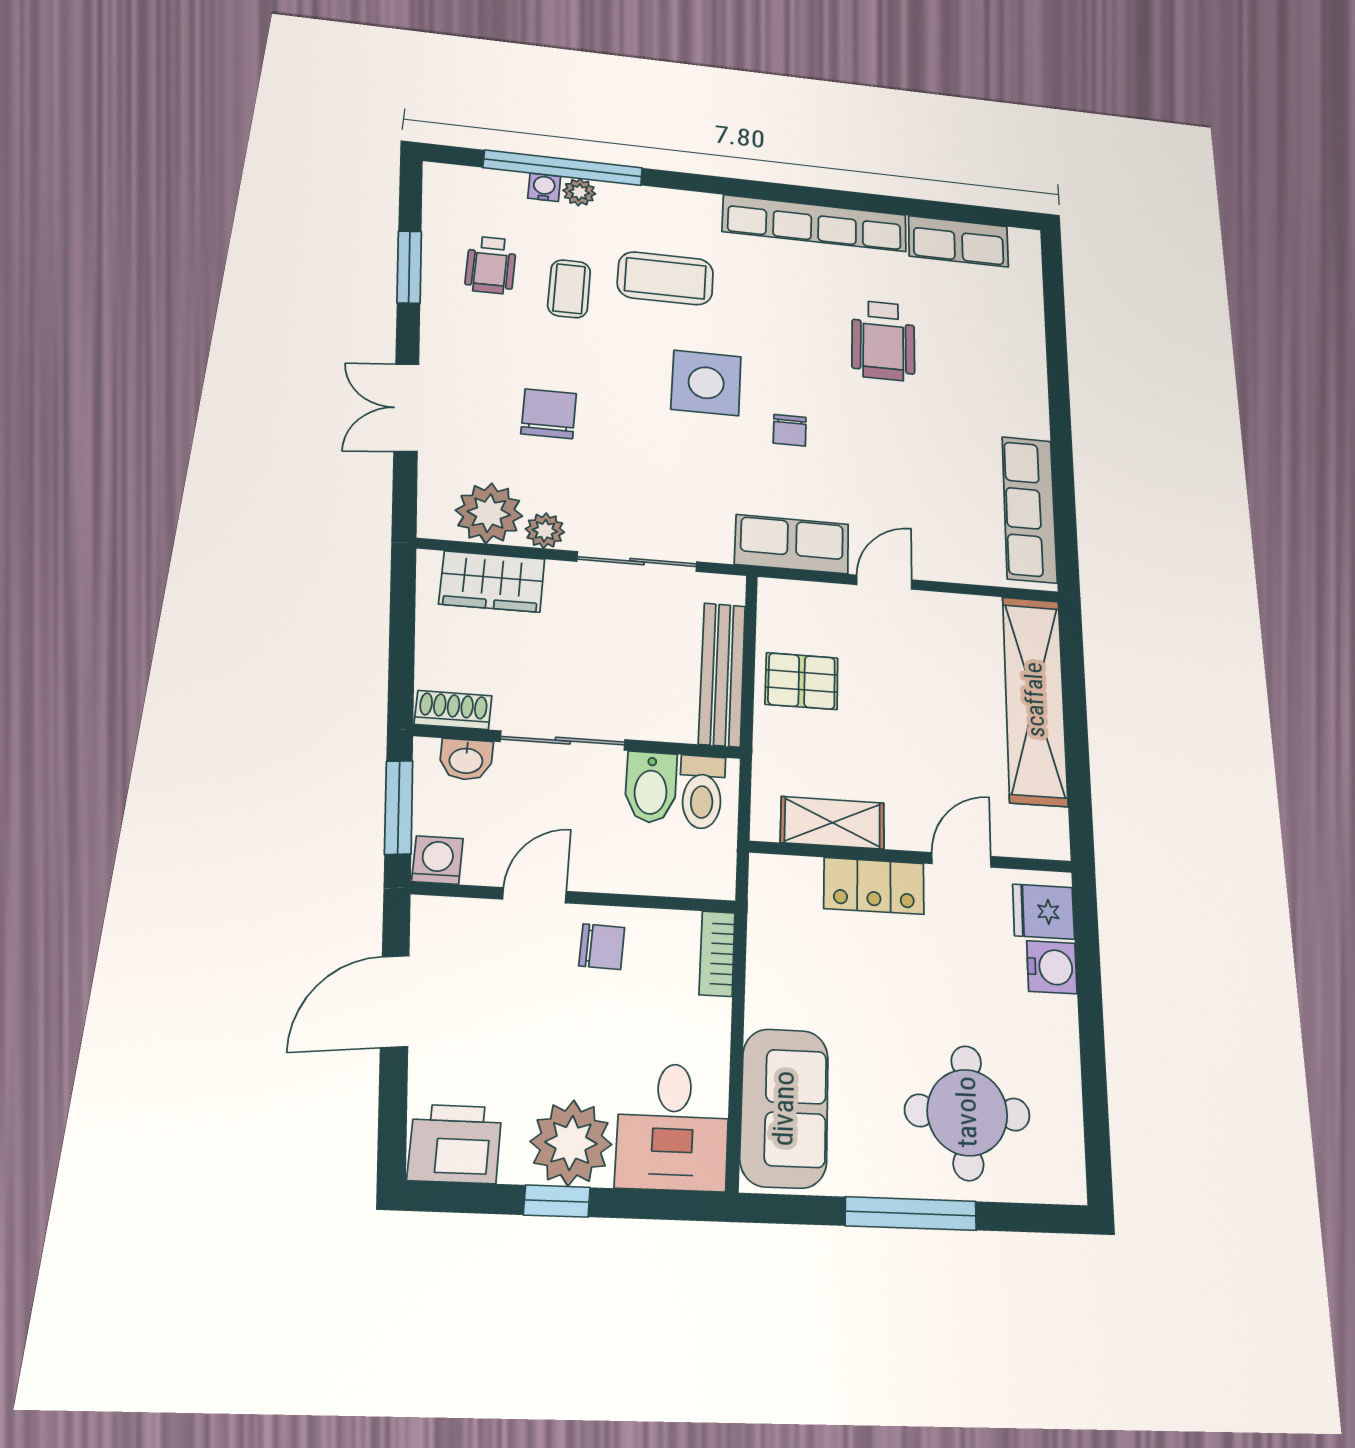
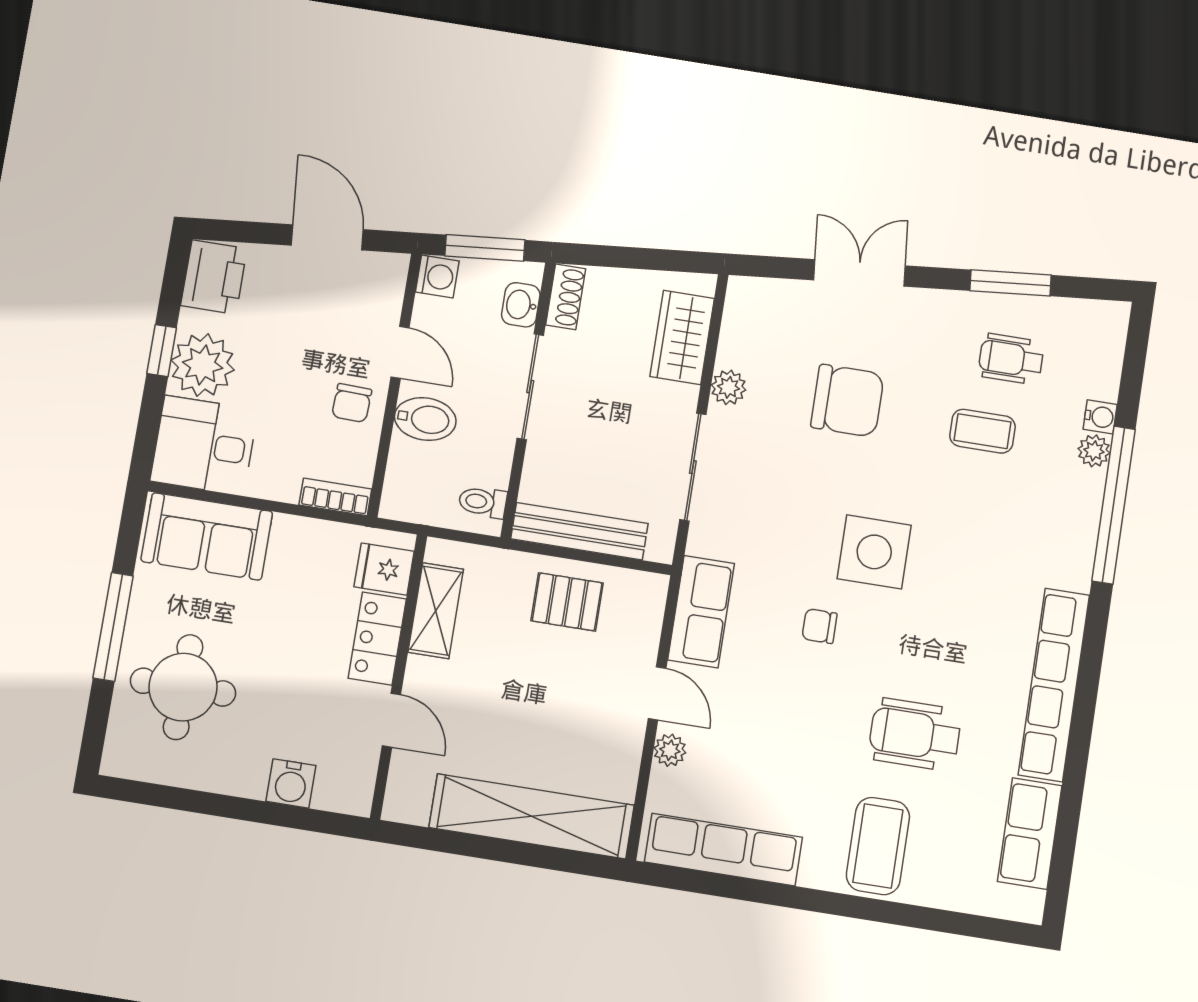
window: (563, 168) -> (1113, 505), moved
coffee table: (665, 278) -> (878, 846), moved
chair: (549, 414) -> (847, 401), width x1.37, depth x1.37
plant: (489, 513) -> (670, 750), moved, width x0.53, depth x0.53
pallet: (802, 681) -> (567, 602), turned 90
bidet: (651, 787) -> (425, 419), moved, turned 180
toilet: (702, 792) -> (483, 502), width x0.73, depth x0.72
fridge: (1044, 912) -> (384, 569), moved, turned -90

